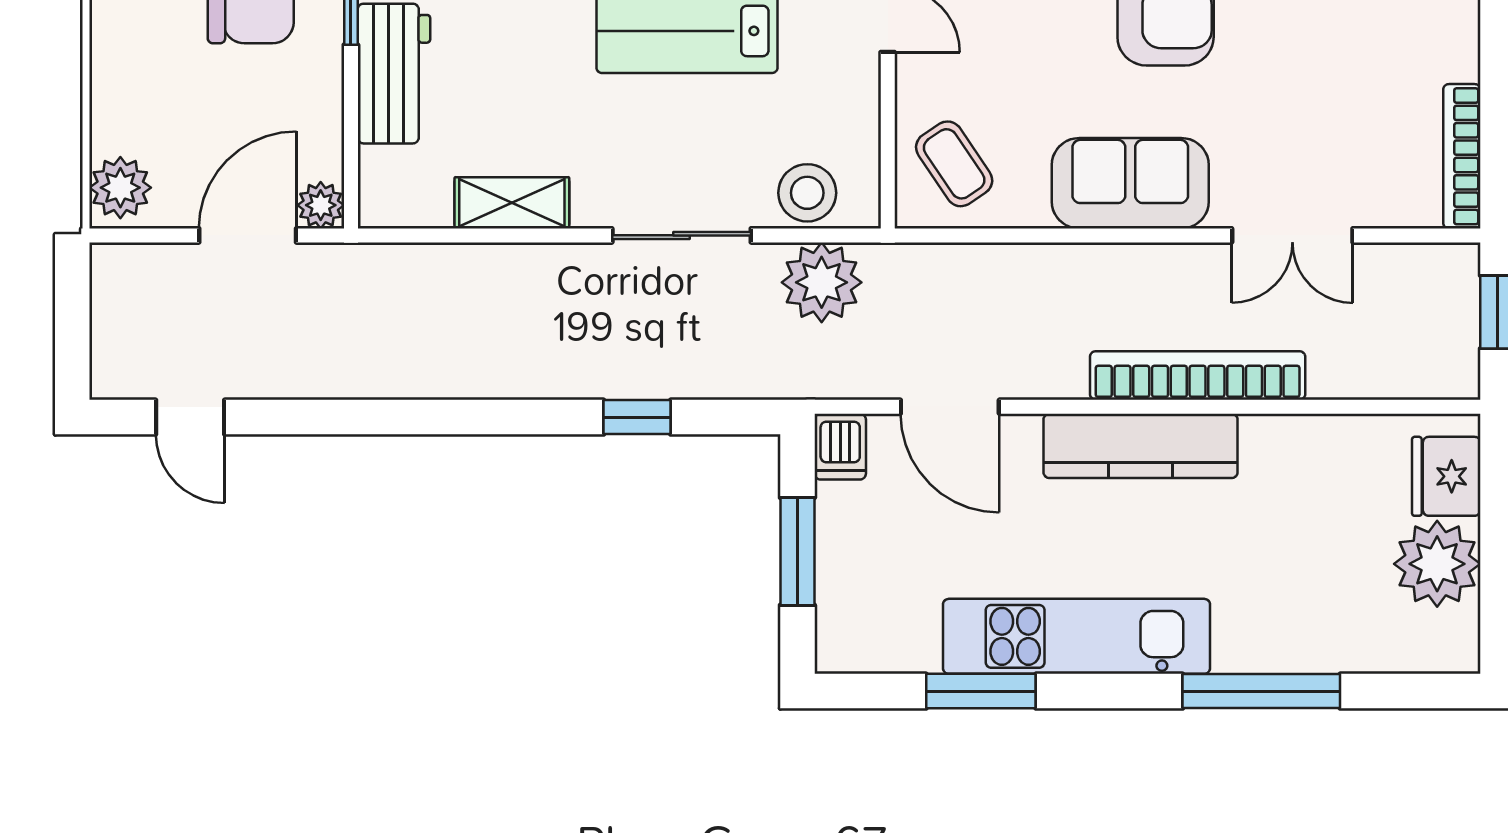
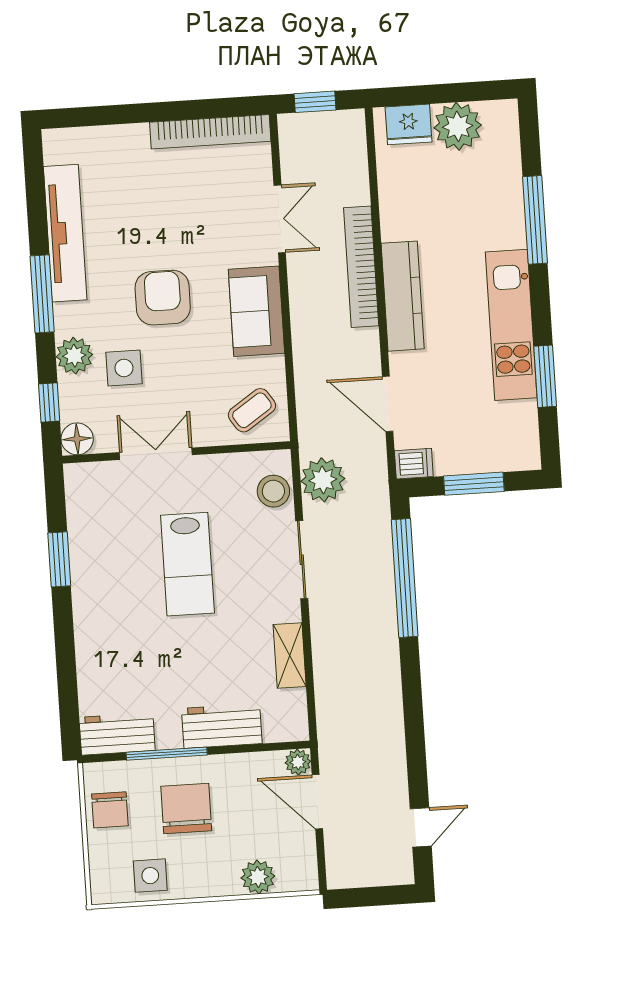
bookcase: (1462, 156) -> (210, 132), width x1.48, depth x1.31
plant: (120, 188) -> (258, 877), moved
door: (950, 407) -> (388, 404), swing flipped
window: (637, 417) -> (405, 578), width x3.17

